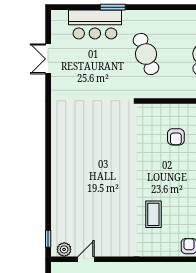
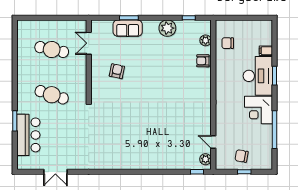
cafe table: (146, 54) -> (52, 95), turned 39
armchair: (176, 137) -> (117, 71), turned -78
coffee table: (153, 214) -> (178, 89), removed

